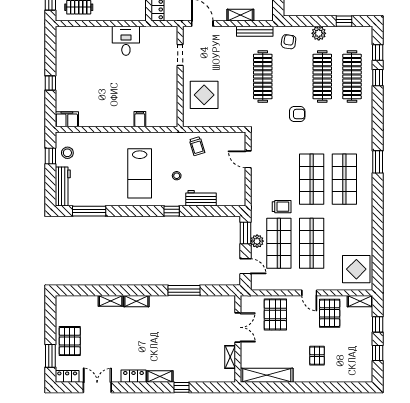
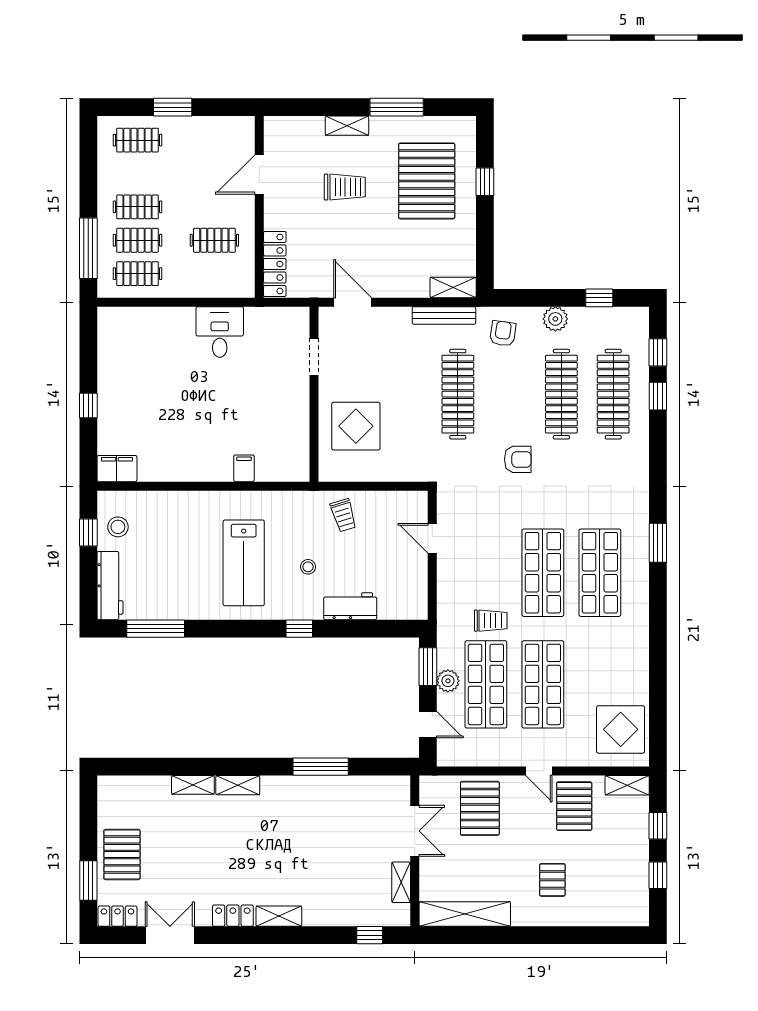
shelving: (240, 15) -> (453, 287), moved
window: (182, 387) -> (370, 935), moved

